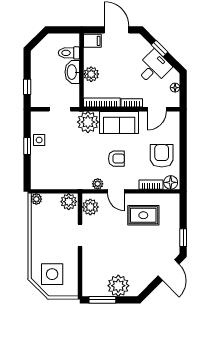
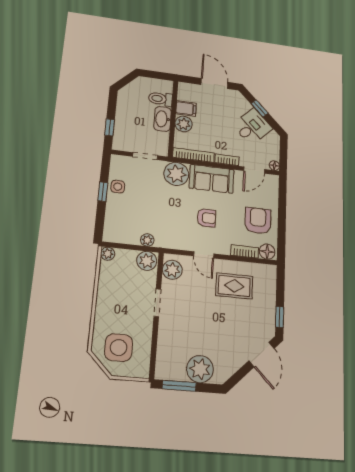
filing cabinet: (92, 41) -> (186, 108), moved
floor lamp: (175, 88) -> (274, 166), moved
plant: (98, 184) -> (147, 240), moved

